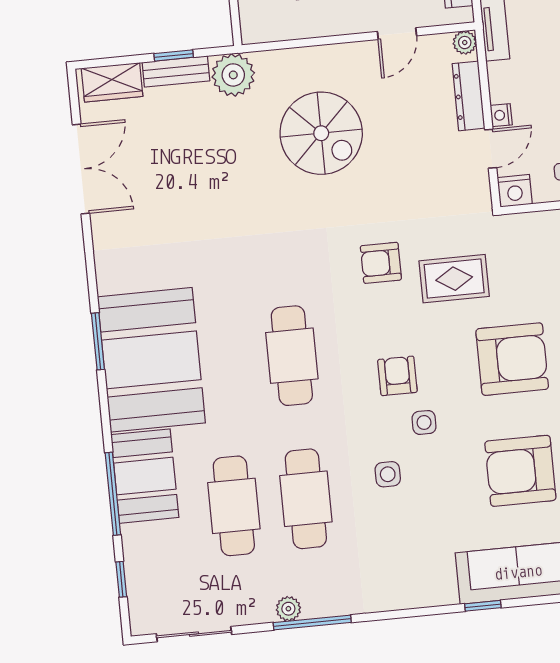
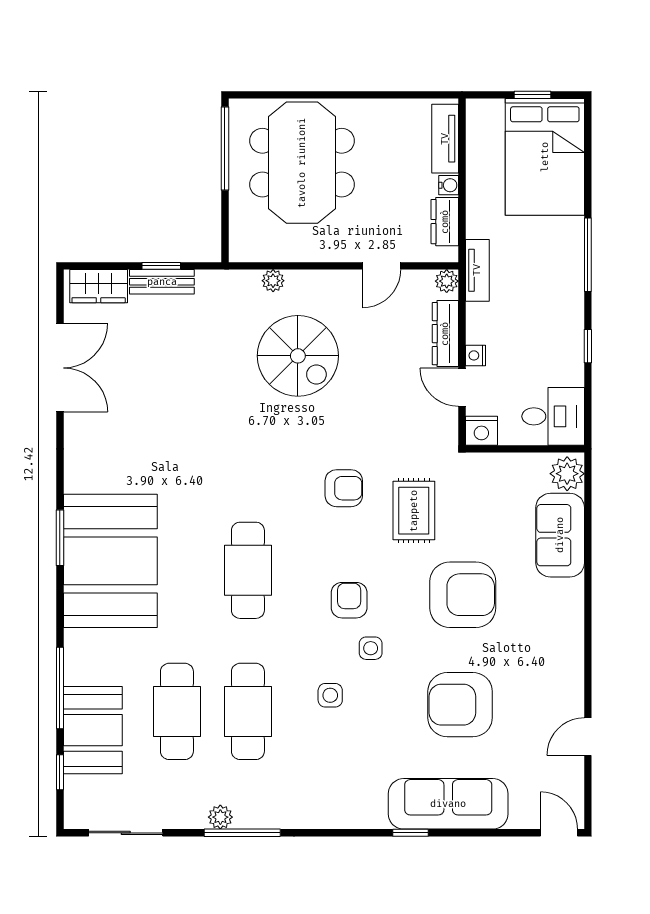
plant: (233, 75) -> (273, 281), moved, width x0.53, depth x0.53
door: (491, 149) -> (462, 387), swing flipped
armchair: (381, 263) -> (344, 488), turned 180
rug: (454, 279) -> (414, 511), turned 90
booth: (145, 476) -> (93, 730), moved

